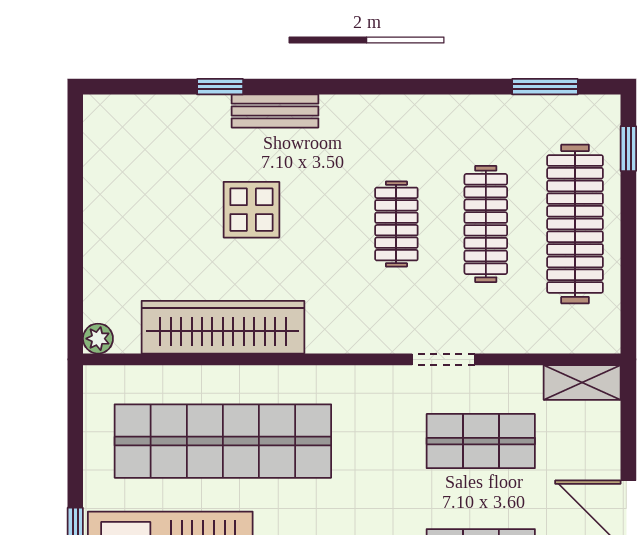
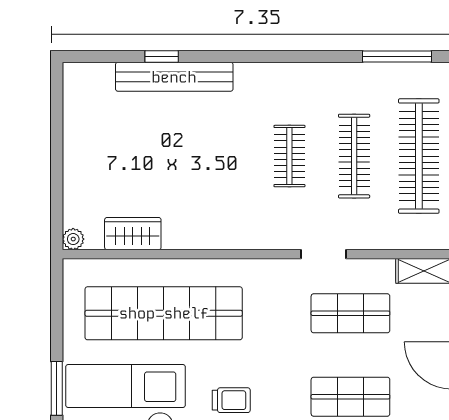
window: (545, 87) -> (397, 57), width x1.44
bench: (275, 111) -> (174, 77), width x1.86, depth x1.21
display table: (251, 210) -> (184, 146), removed
wardrobe: (223, 327) -> (133, 234), width x0.48, depth x0.85

